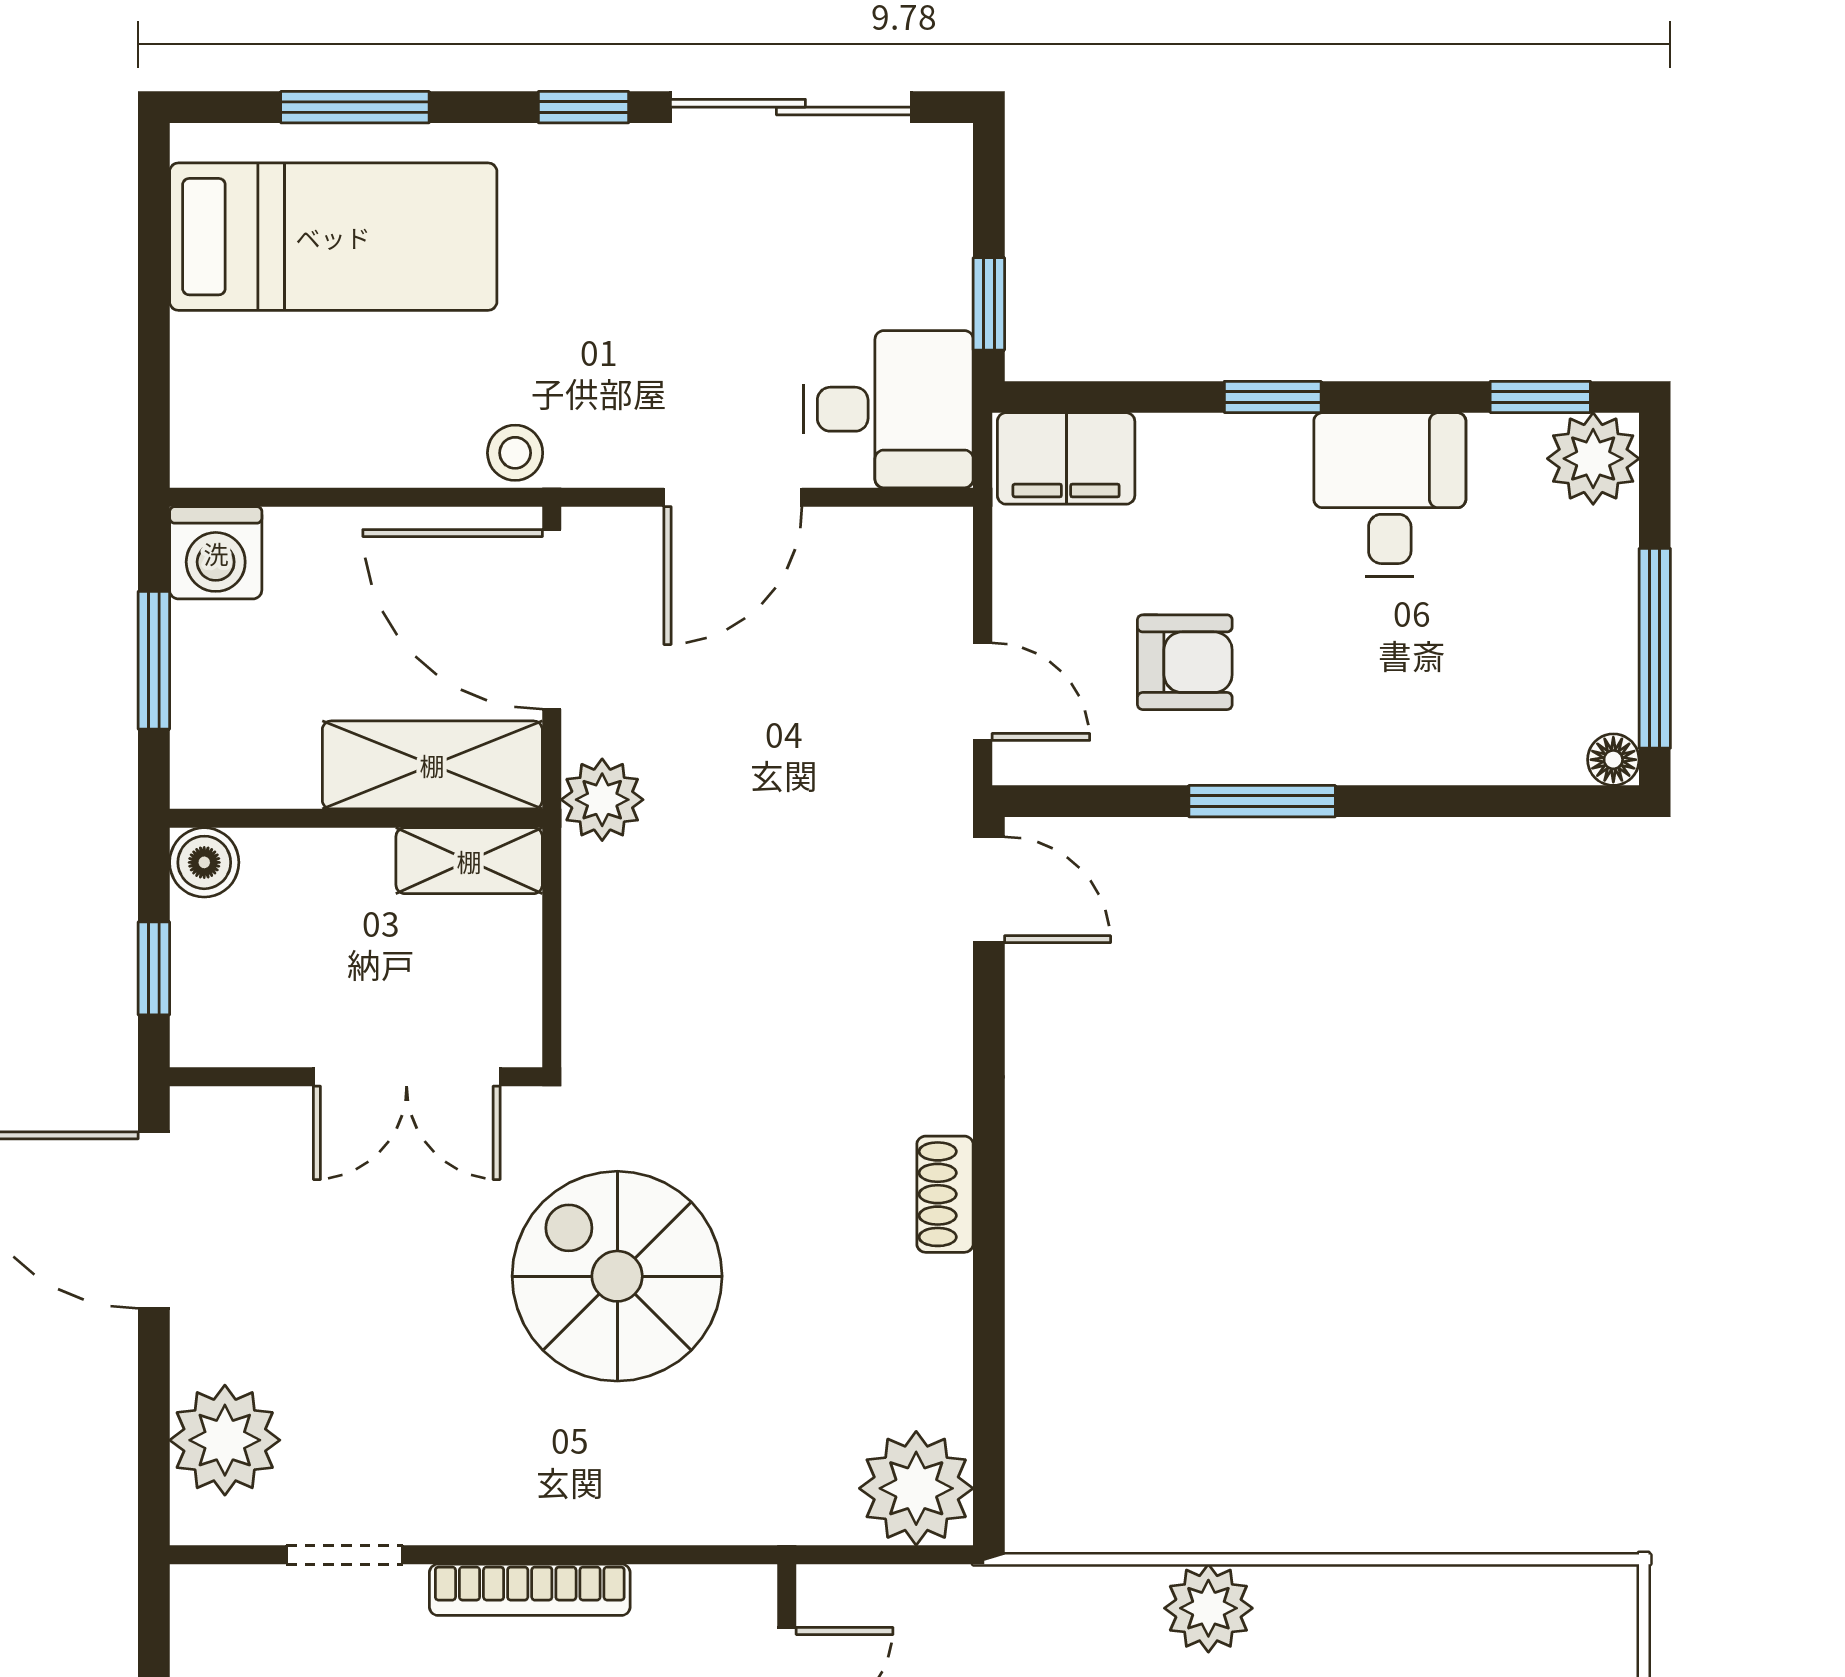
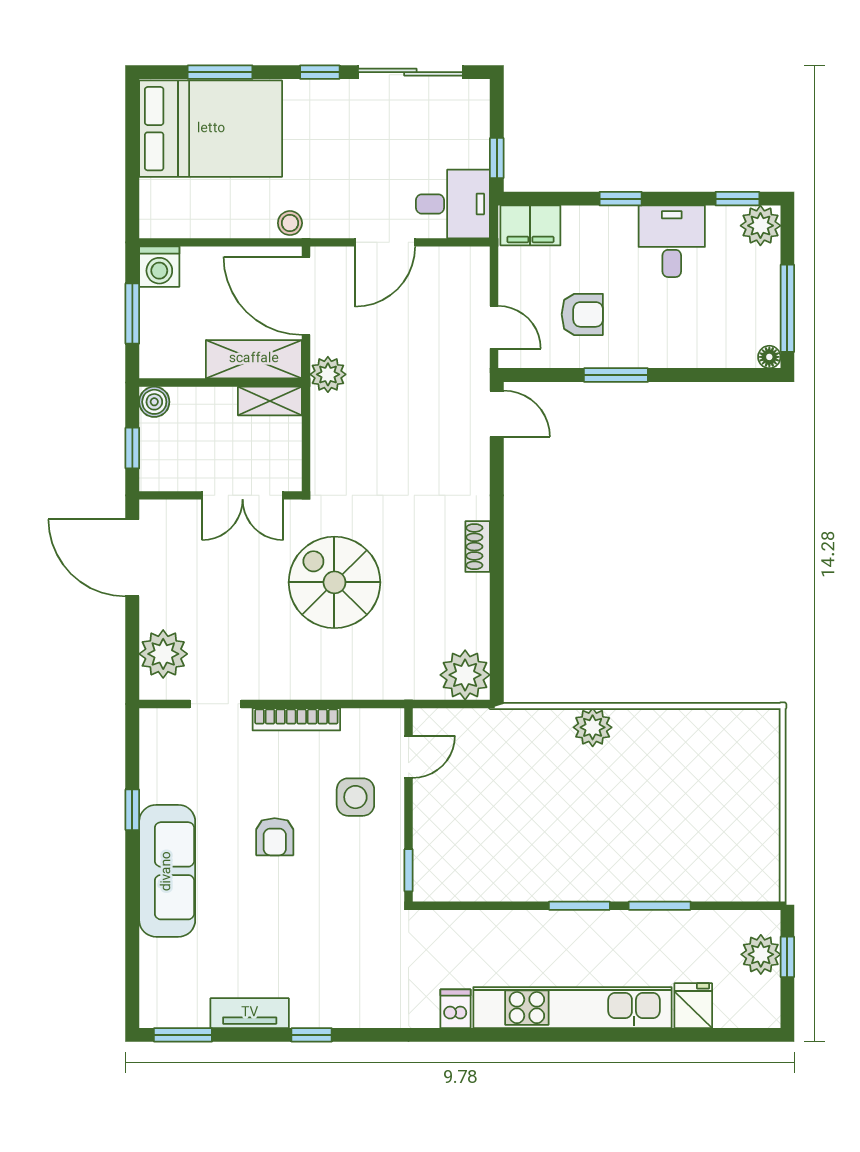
bed: (333, 237) -> (211, 129), width x1.50

